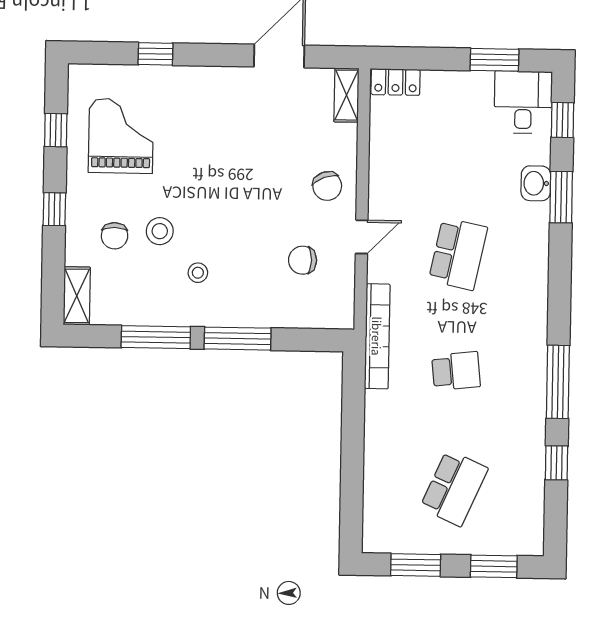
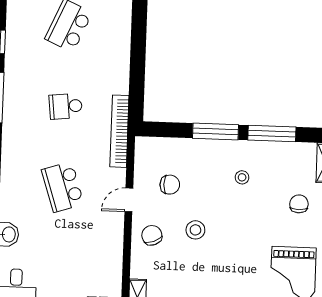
stool: (160, 231) -> (195, 230), moved
school desk: (458, 254) -> (63, 187), turned -30

